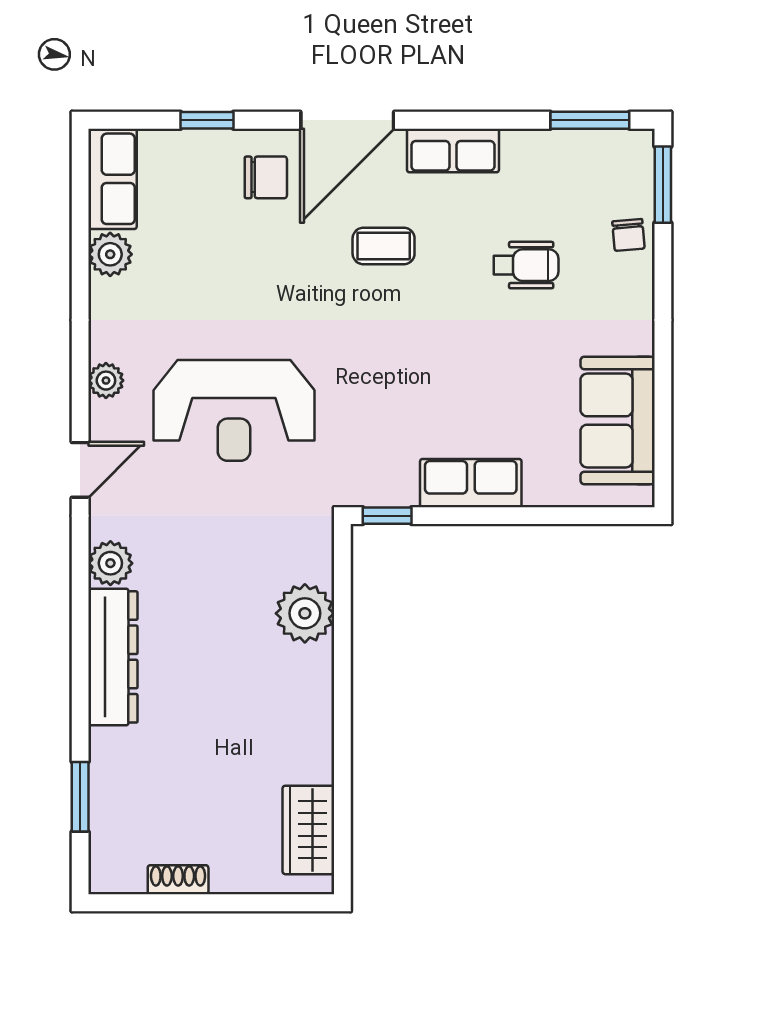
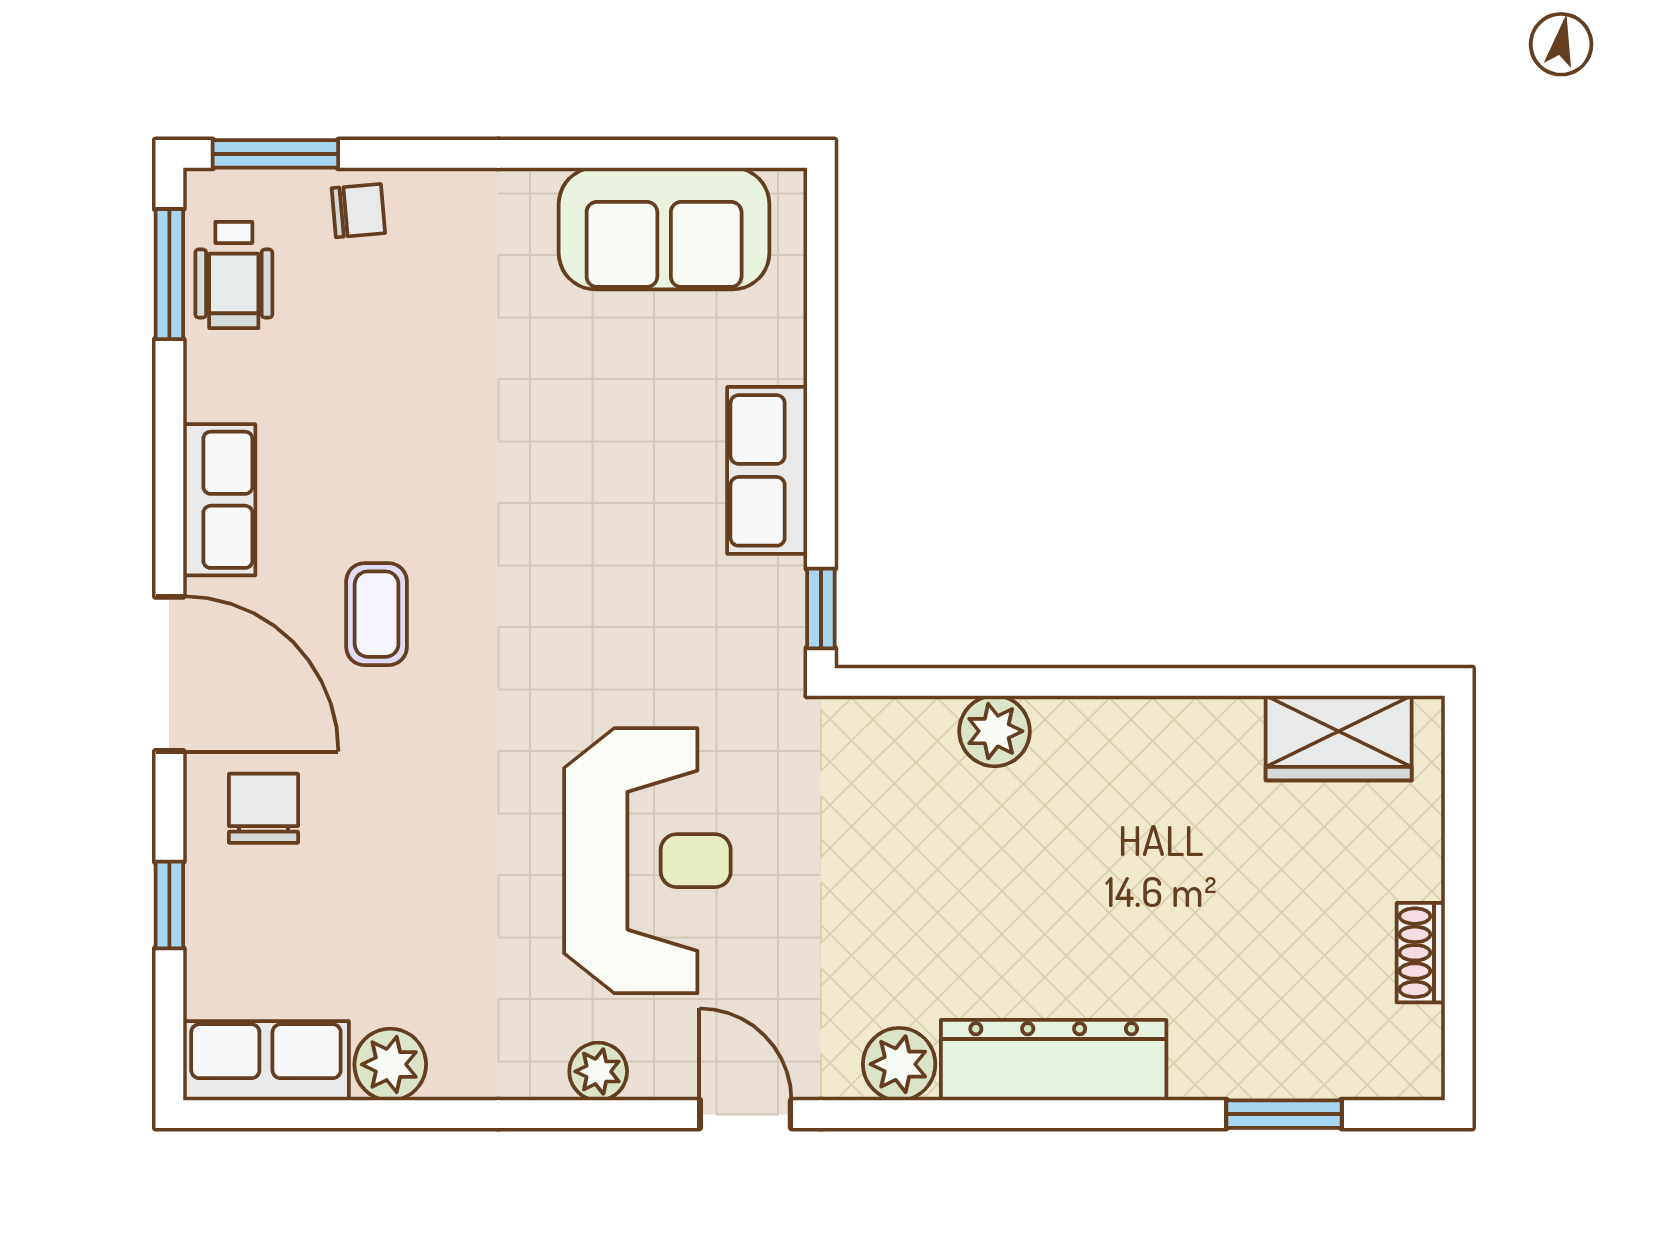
wheelchair: (526, 265) -> (234, 275), moved, turned 180
plant: (305, 613) -> (995, 731), width x0.73, depth x0.73

